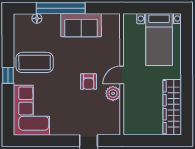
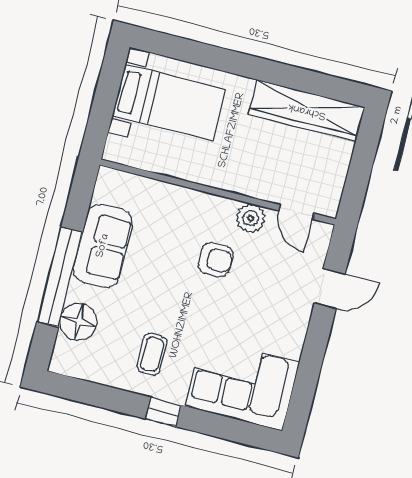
floor lamp: (37, 18) -> (79, 322), width x1.89, depth x1.89
coffee table: (35, 62) -> (152, 354), width x0.54, depth x0.58
door: (122, 75) -> (297, 212), moved

